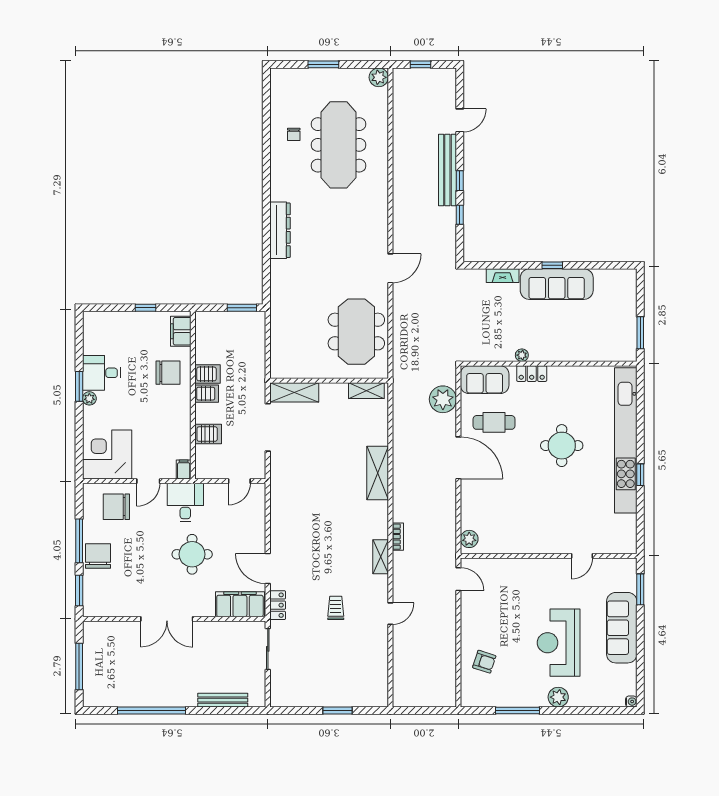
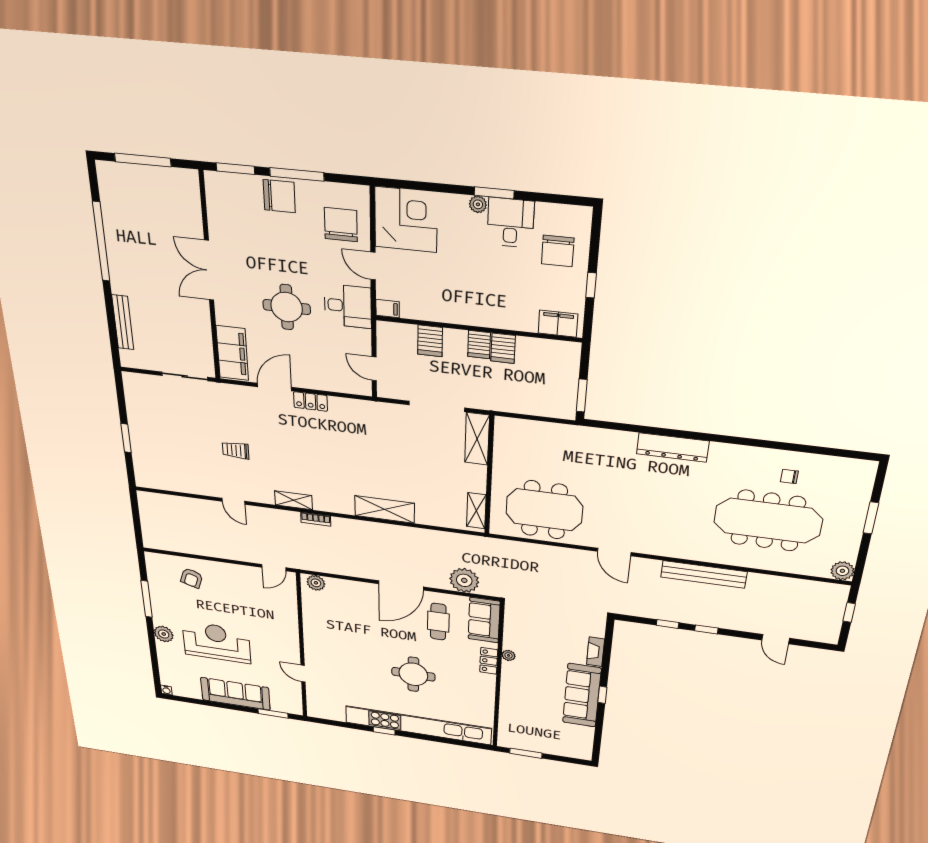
bench: (447, 170) -> (704, 574), moved
chair: (168, 373) -> (558, 251), moved
locker: (278, 605) -> (311, 401), moved
trolley: (336, 608) -> (236, 450), turned 180

